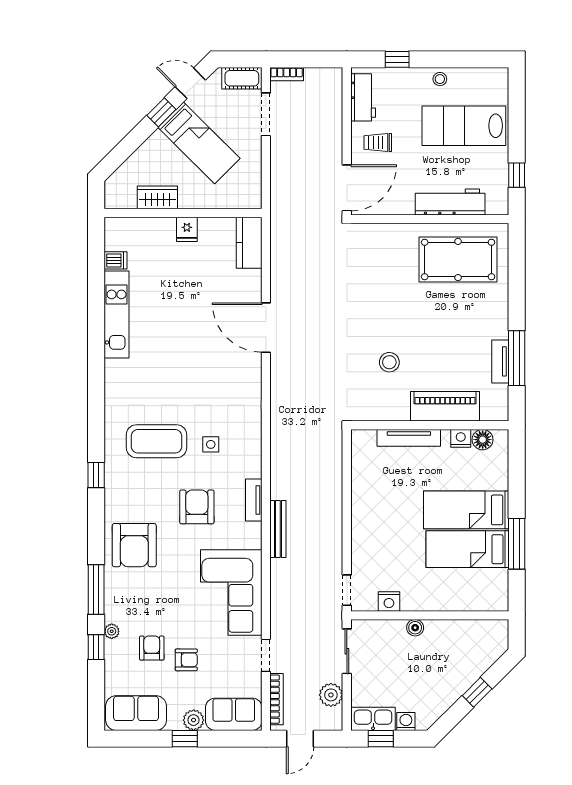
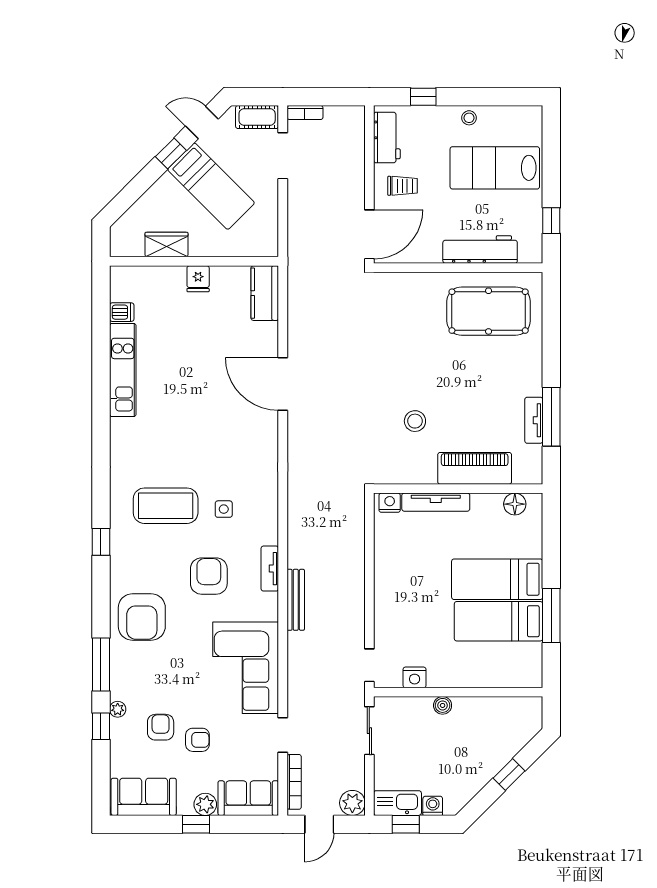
trolley: (378, 142) -> (403, 186), turned 180
nightstand: (461, 438) -> (390, 503), moved
plant: (331, 695) -> (352, 803), moved

